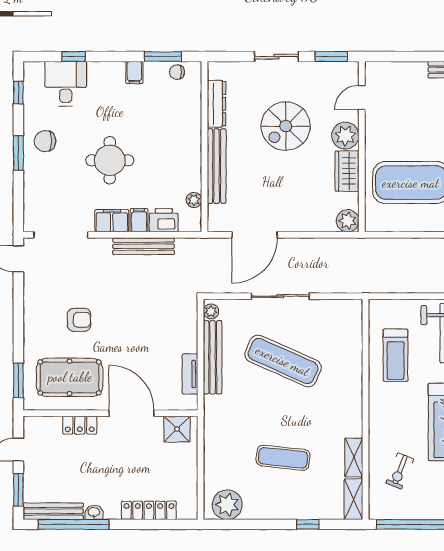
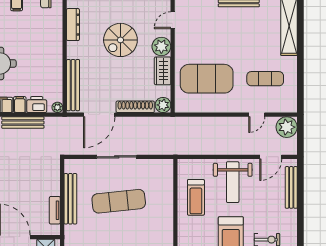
bench: (217, 166) -> (73, 85), moved
plant: (194, 200) -> (57, 107), moved
shoe rack: (307, 223) -> (135, 107), added
plant: (211, 311) -> (69, 167), removed
exercise mat: (283, 361) -> (119, 201), turned -30

